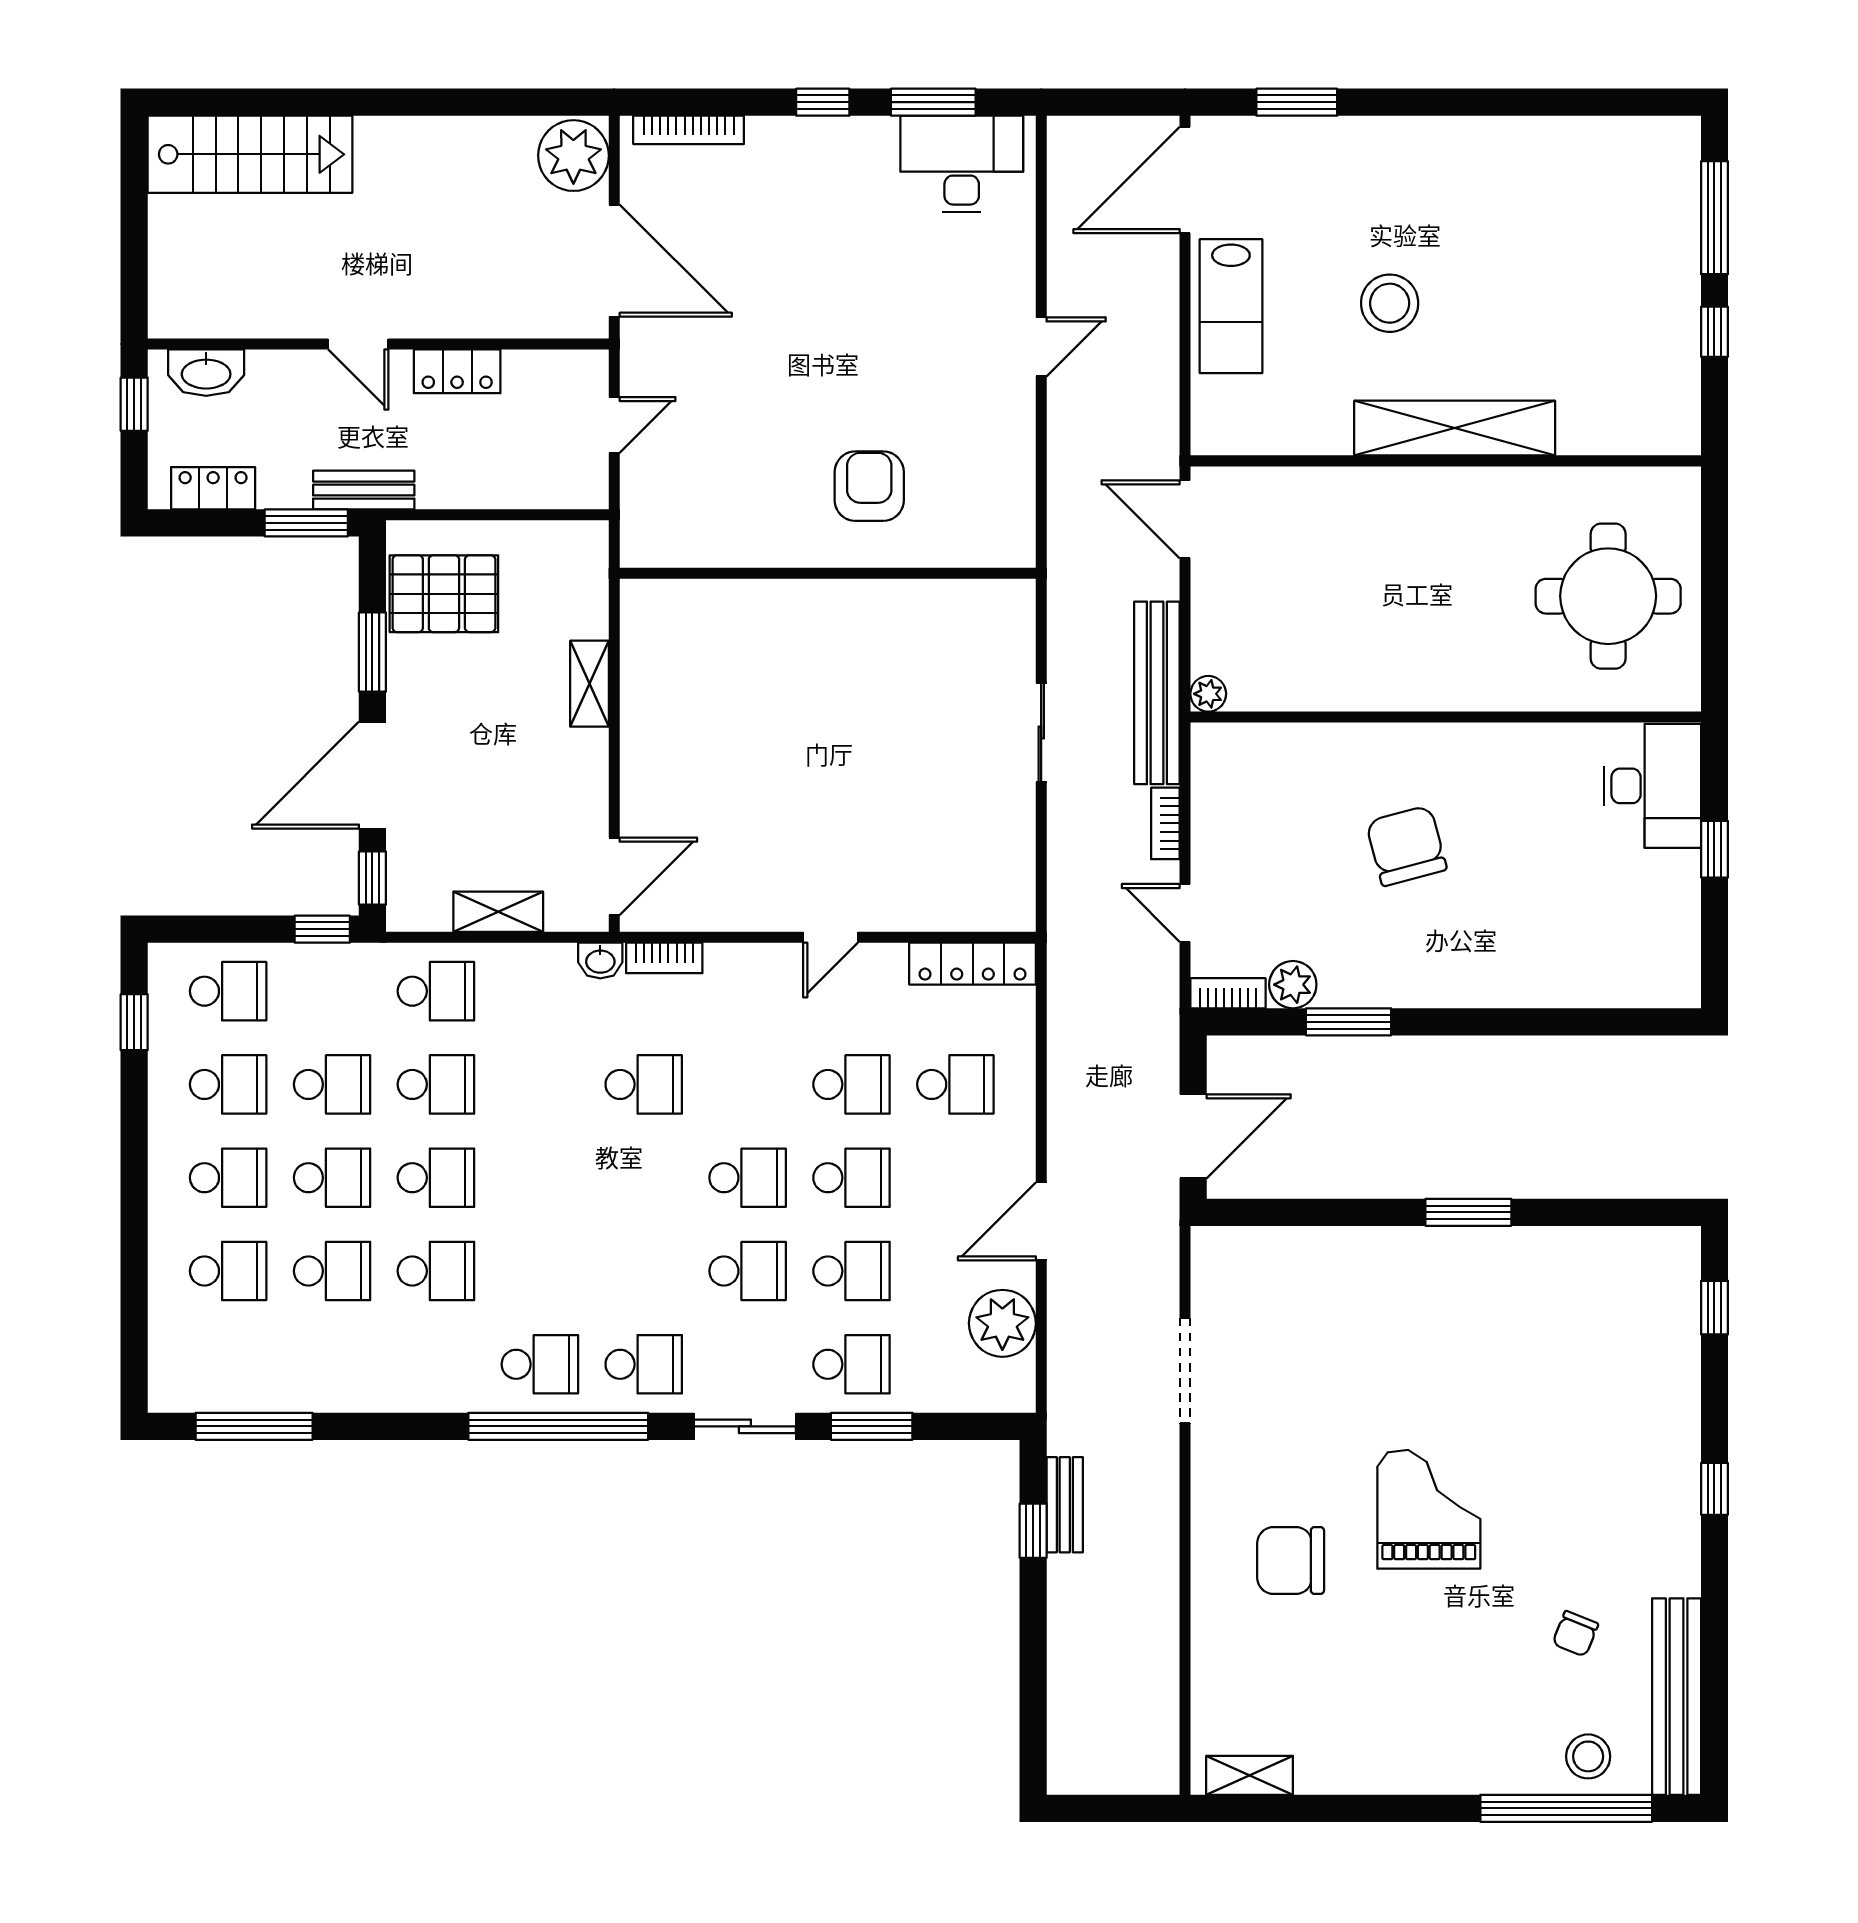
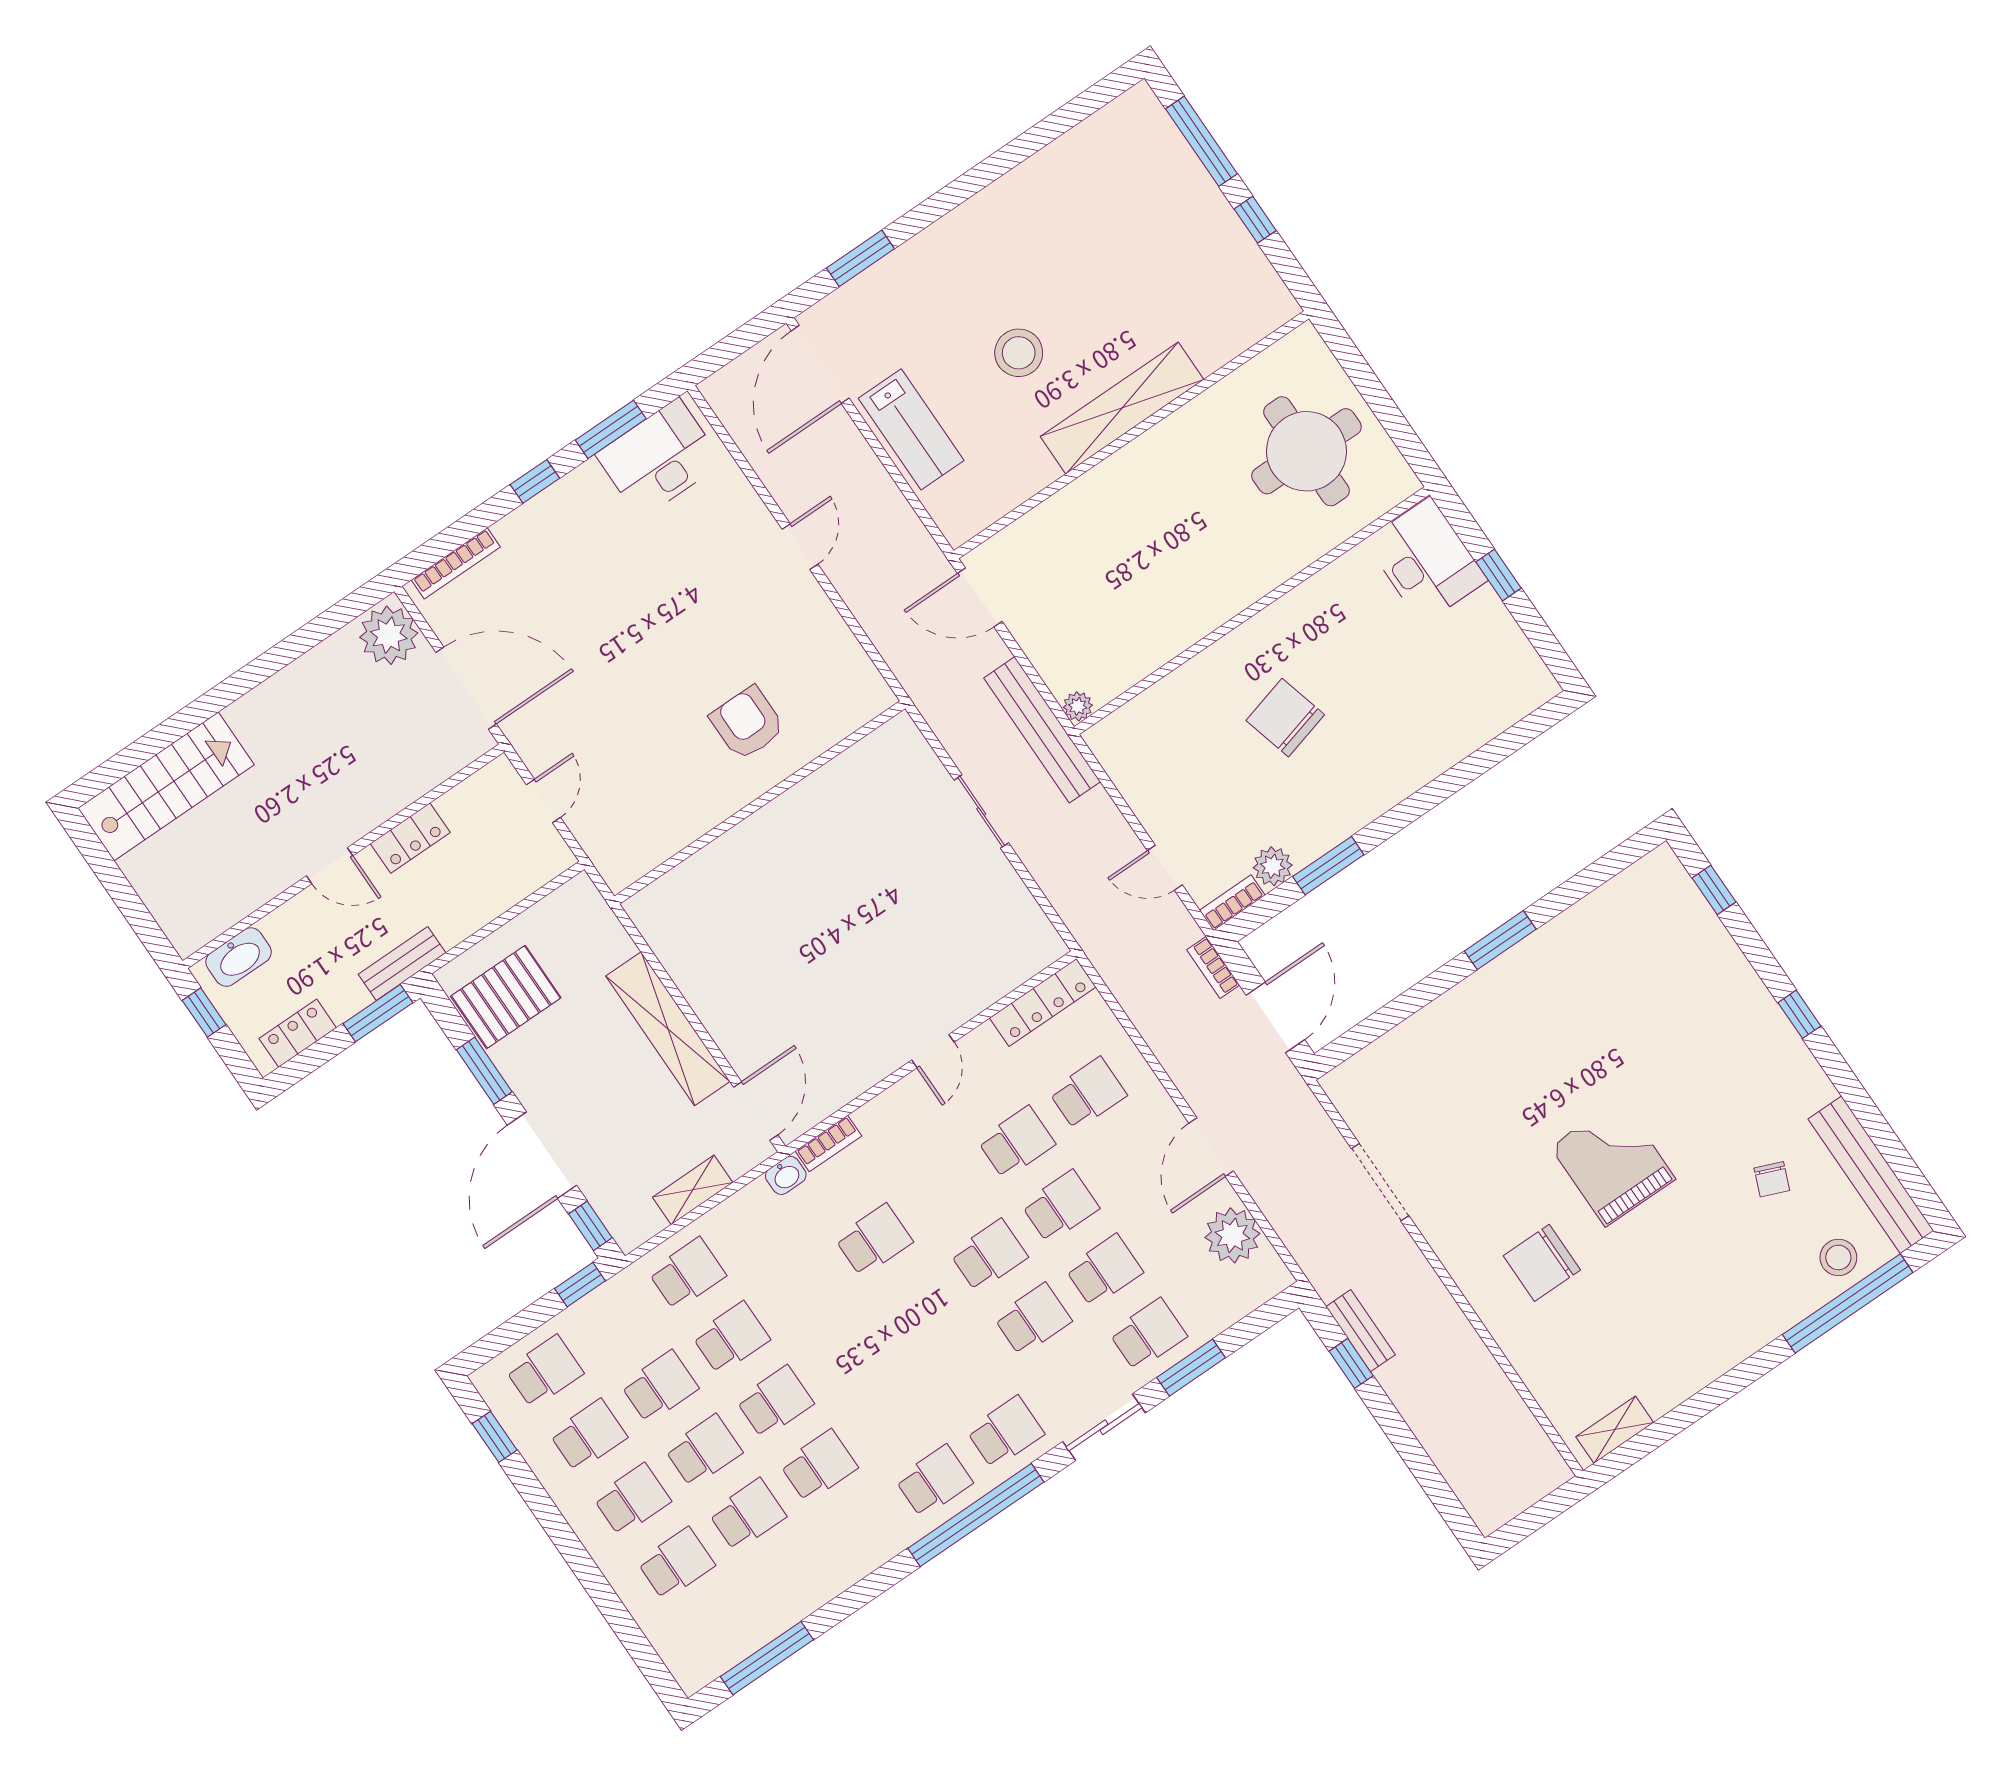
shelving: (589, 684) -> (668, 1029), width x2.20, depth x1.33
bookcase: (1165, 823) -> (1213, 967), moved

